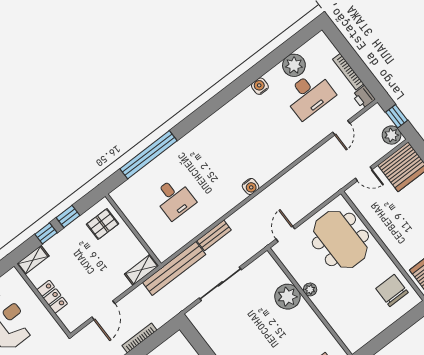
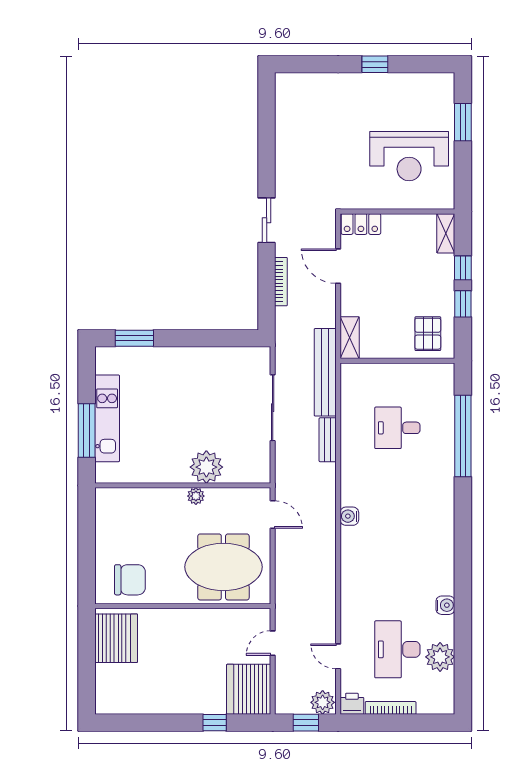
plant: (392, 135) -> (323, 702), moved
locker: (52, 297) -> (361, 224), moved

